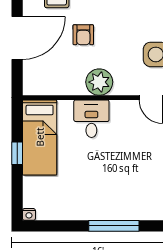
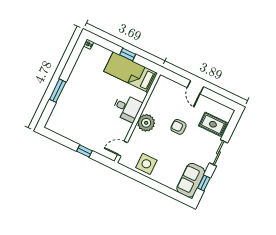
door: (17, 38) -> (195, 87), width x0.53
window: (114, 226) -> (58, 91), width x0.69

